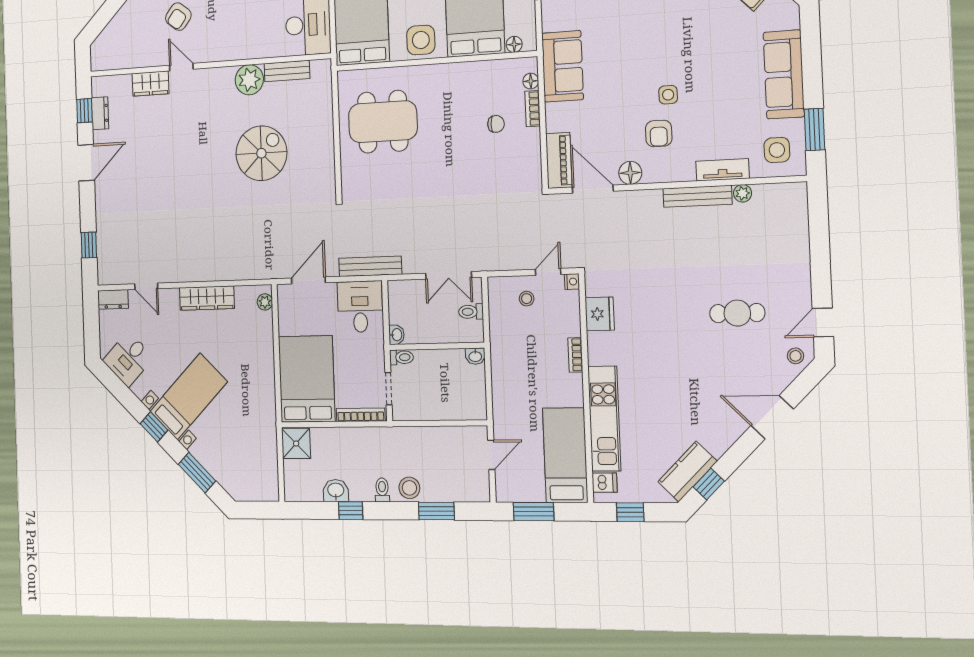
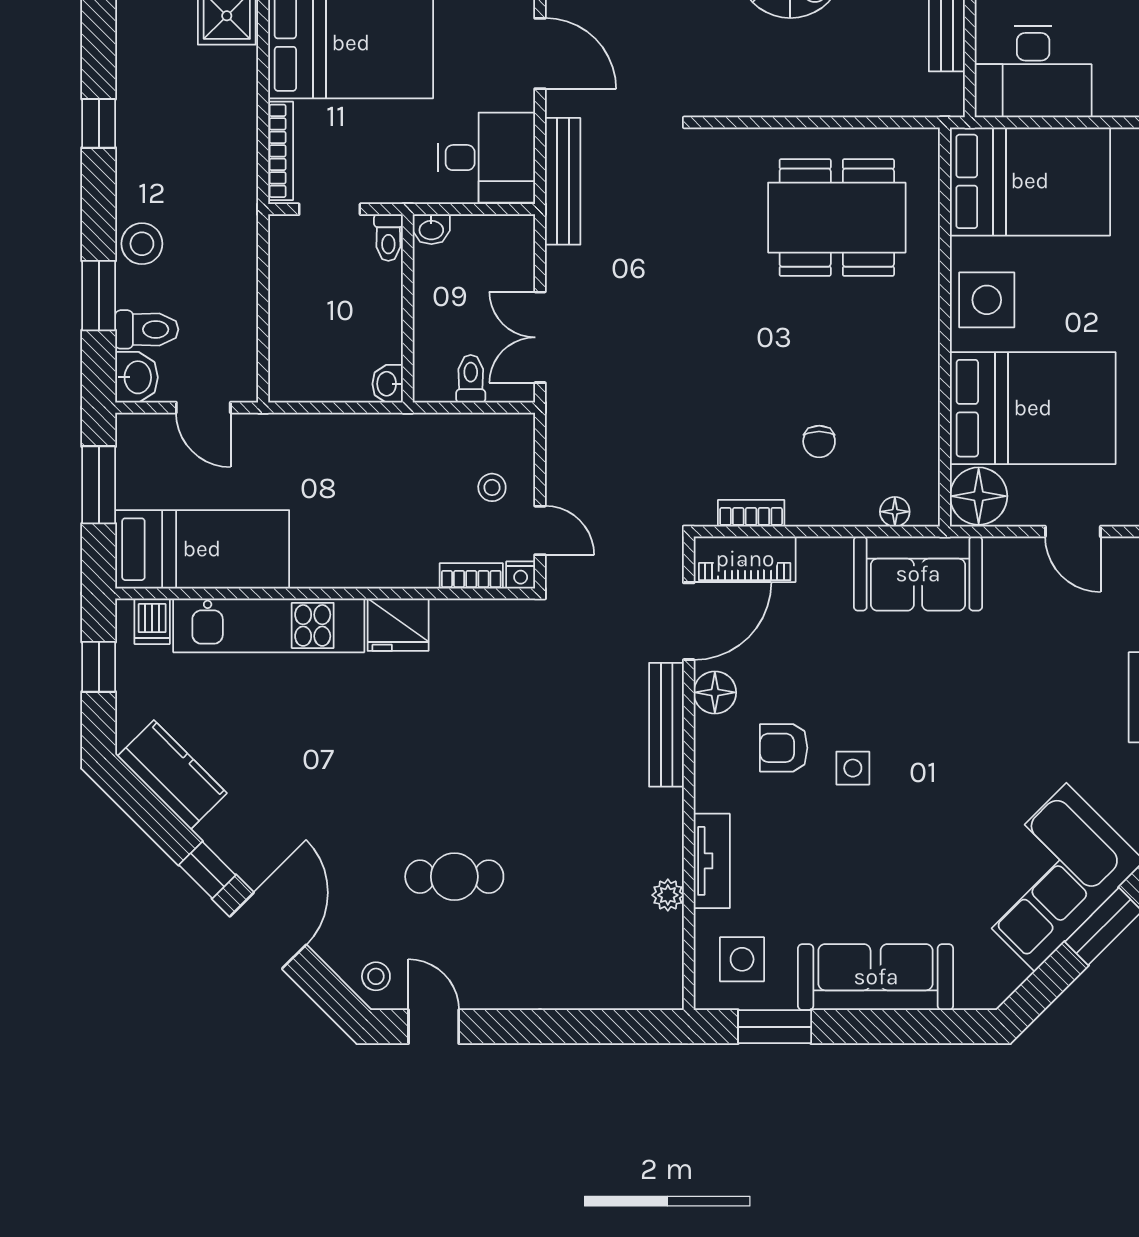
floor lamp: (514, 44) -> (979, 496), width x1.89, depth x1.89
bookcase: (533, 109) -> (751, 513), moved
dining table: (383, 122) -> (837, 218), turned 90
bench: (698, 196) -> (666, 725), moved
cafe table: (737, 313) -> (454, 877), turned 90
fridge: (600, 314) -> (398, 625), moved
bookcase: (575, 355) -> (471, 576), moved
window: (709, 484) -> (207, 870), moved
toilet: (382, 490) -> (147, 329), moved, width x1.37, depth x1.39
washbasin: (336, 491) -> (137, 377), moved

